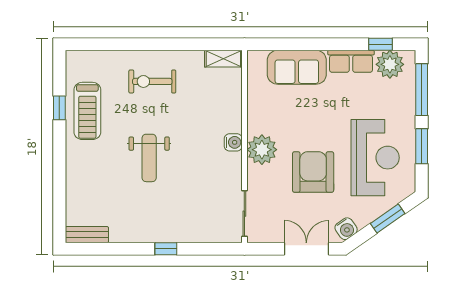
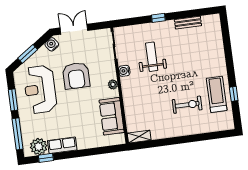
sofa: (297, 67) -> (112, 116), moved, turned -90
exercise bike: (152, 81) -> (187, 105), moved
water cooler: (233, 142) -> (124, 71), moved
plant: (262, 150) -> (113, 85), width x0.53, depth x0.53
weight bench: (149, 158) -> (152, 57), moved
bench: (87, 235) -> (188, 23), moved
double door: (306, 249) -> (74, 29), swing flipped

